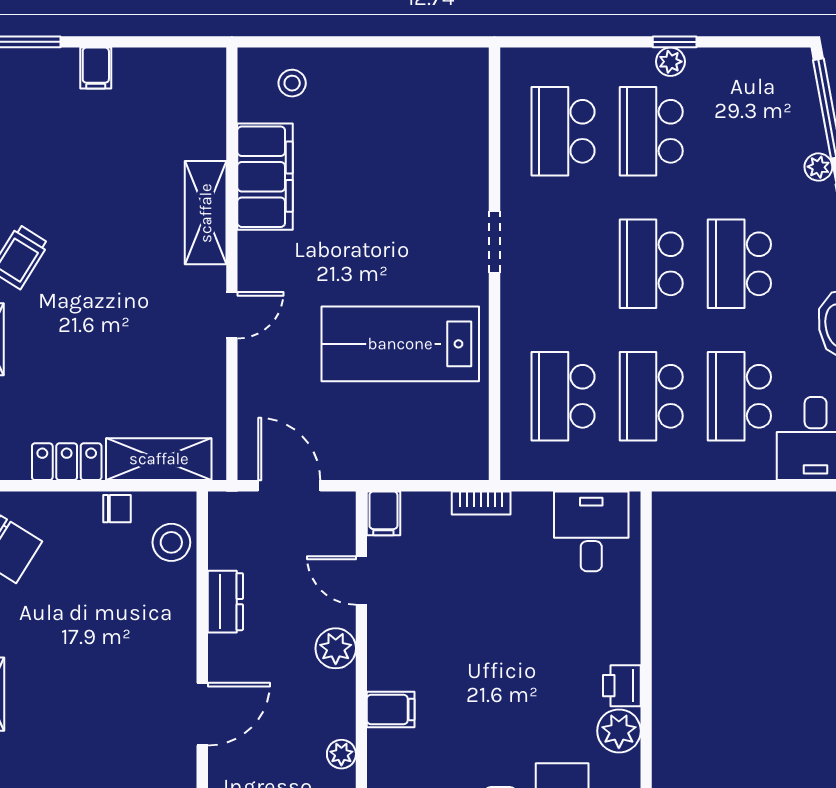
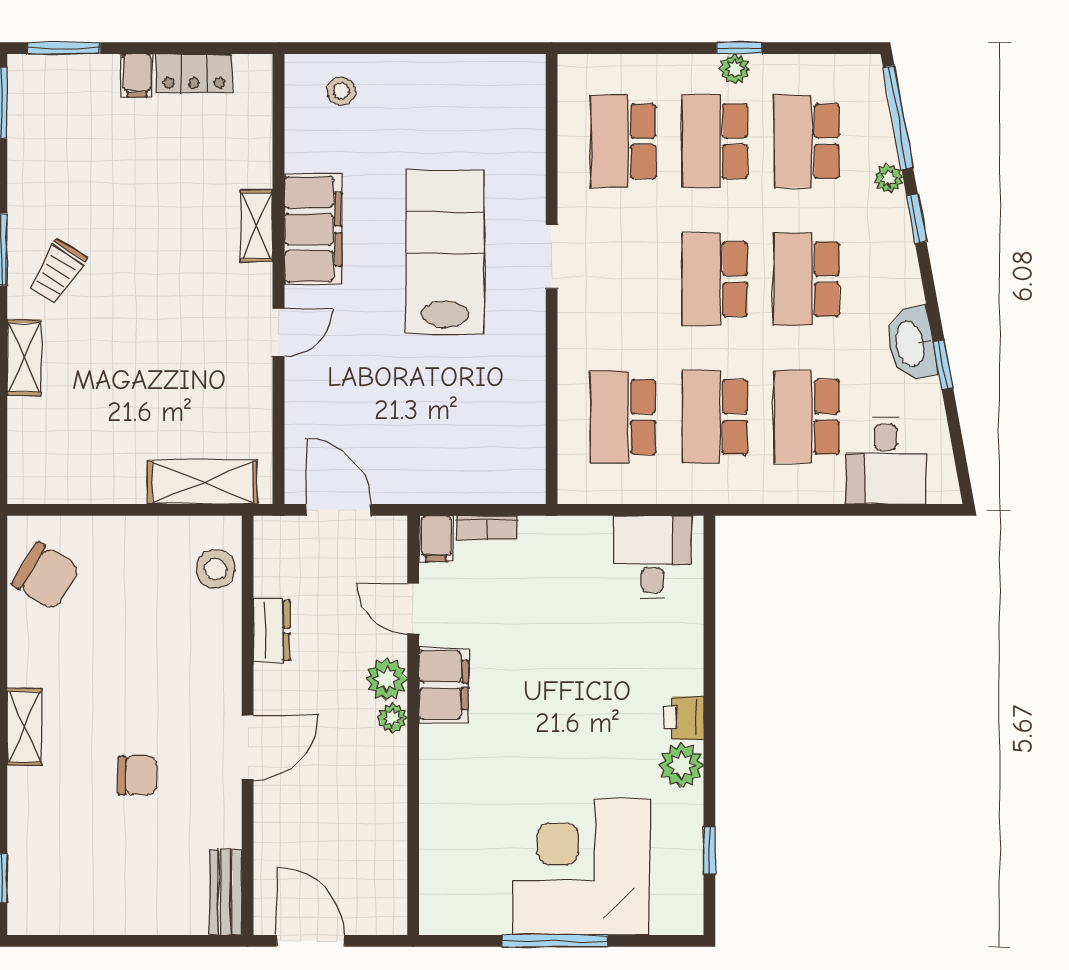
school desk: (739, 131) -> (807, 141), added
filing cabinet: (265, 177) -> (313, 229), moved
shelving: (206, 213) -> (257, 226), width x0.67, depth x0.75
lab bench: (400, 344) -> (445, 252), moved, turned 90
locker: (67, 462) -> (194, 73), moved, turned 180
bookcase: (481, 503) -> (487, 528), moved
chair: (117, 509) -> (137, 775), moved, width x1.37, depth x1.37
filing cabinet: (391, 709) -> (444, 685), moved, width x2.00
plant: (341, 754) -> (392, 718), moved

